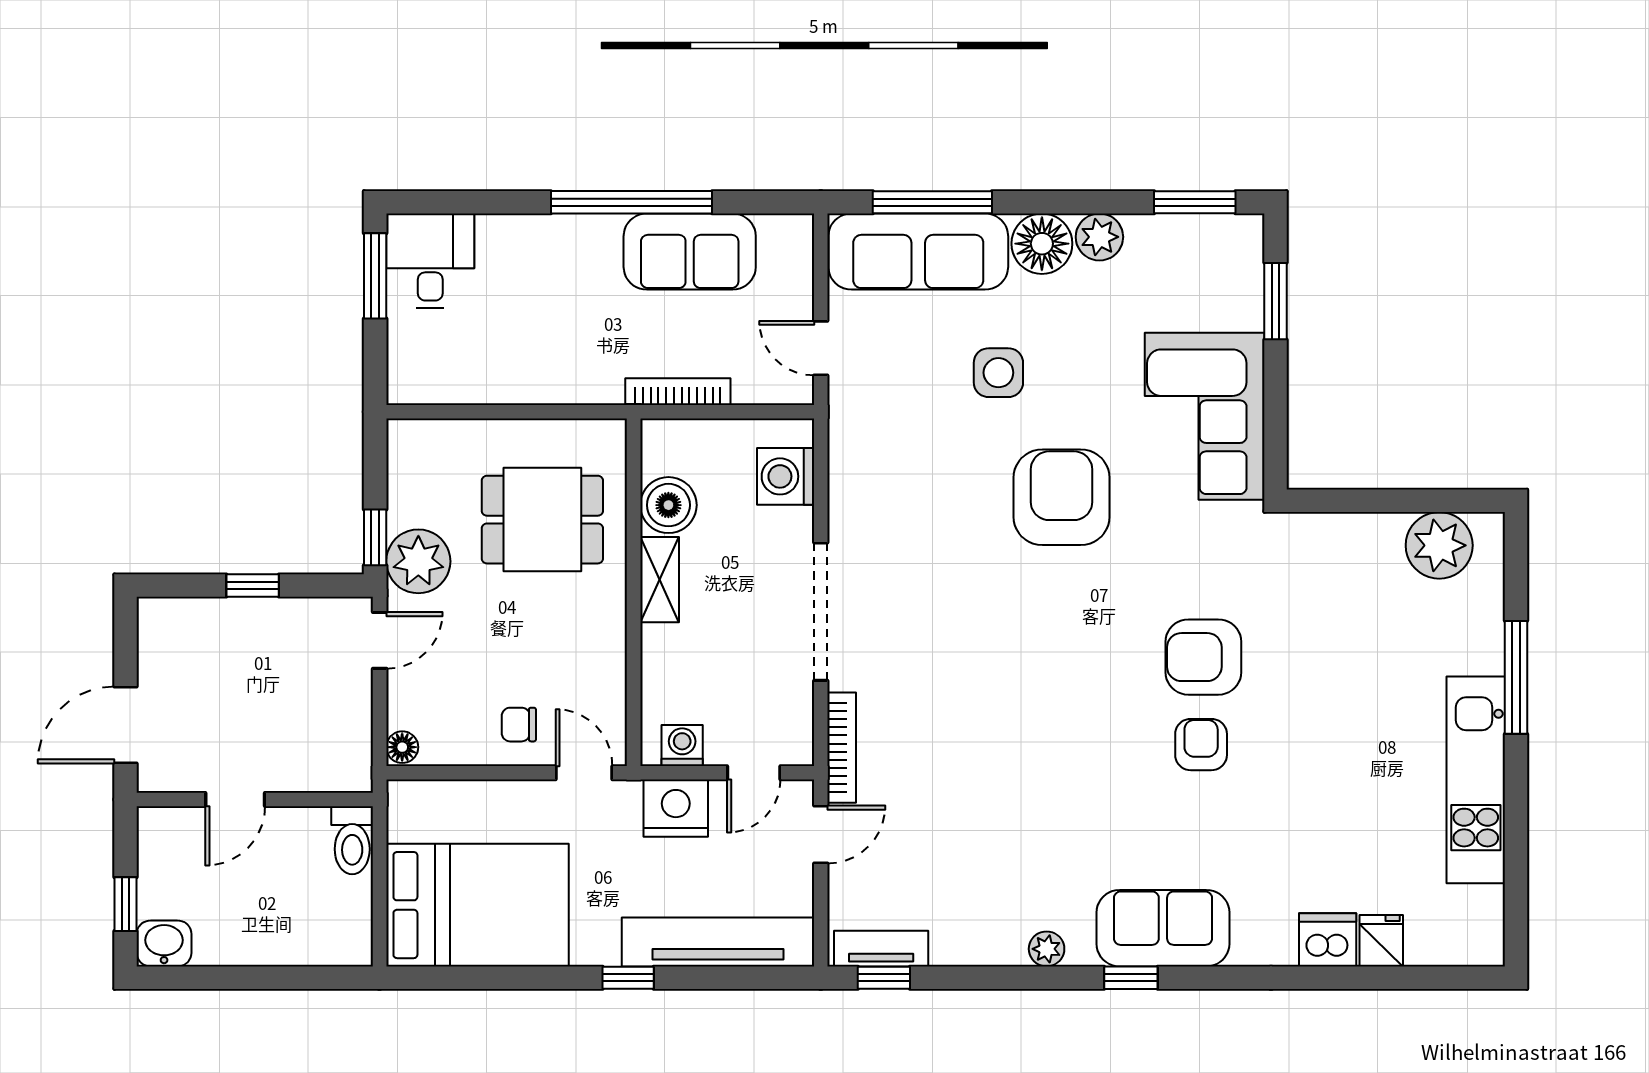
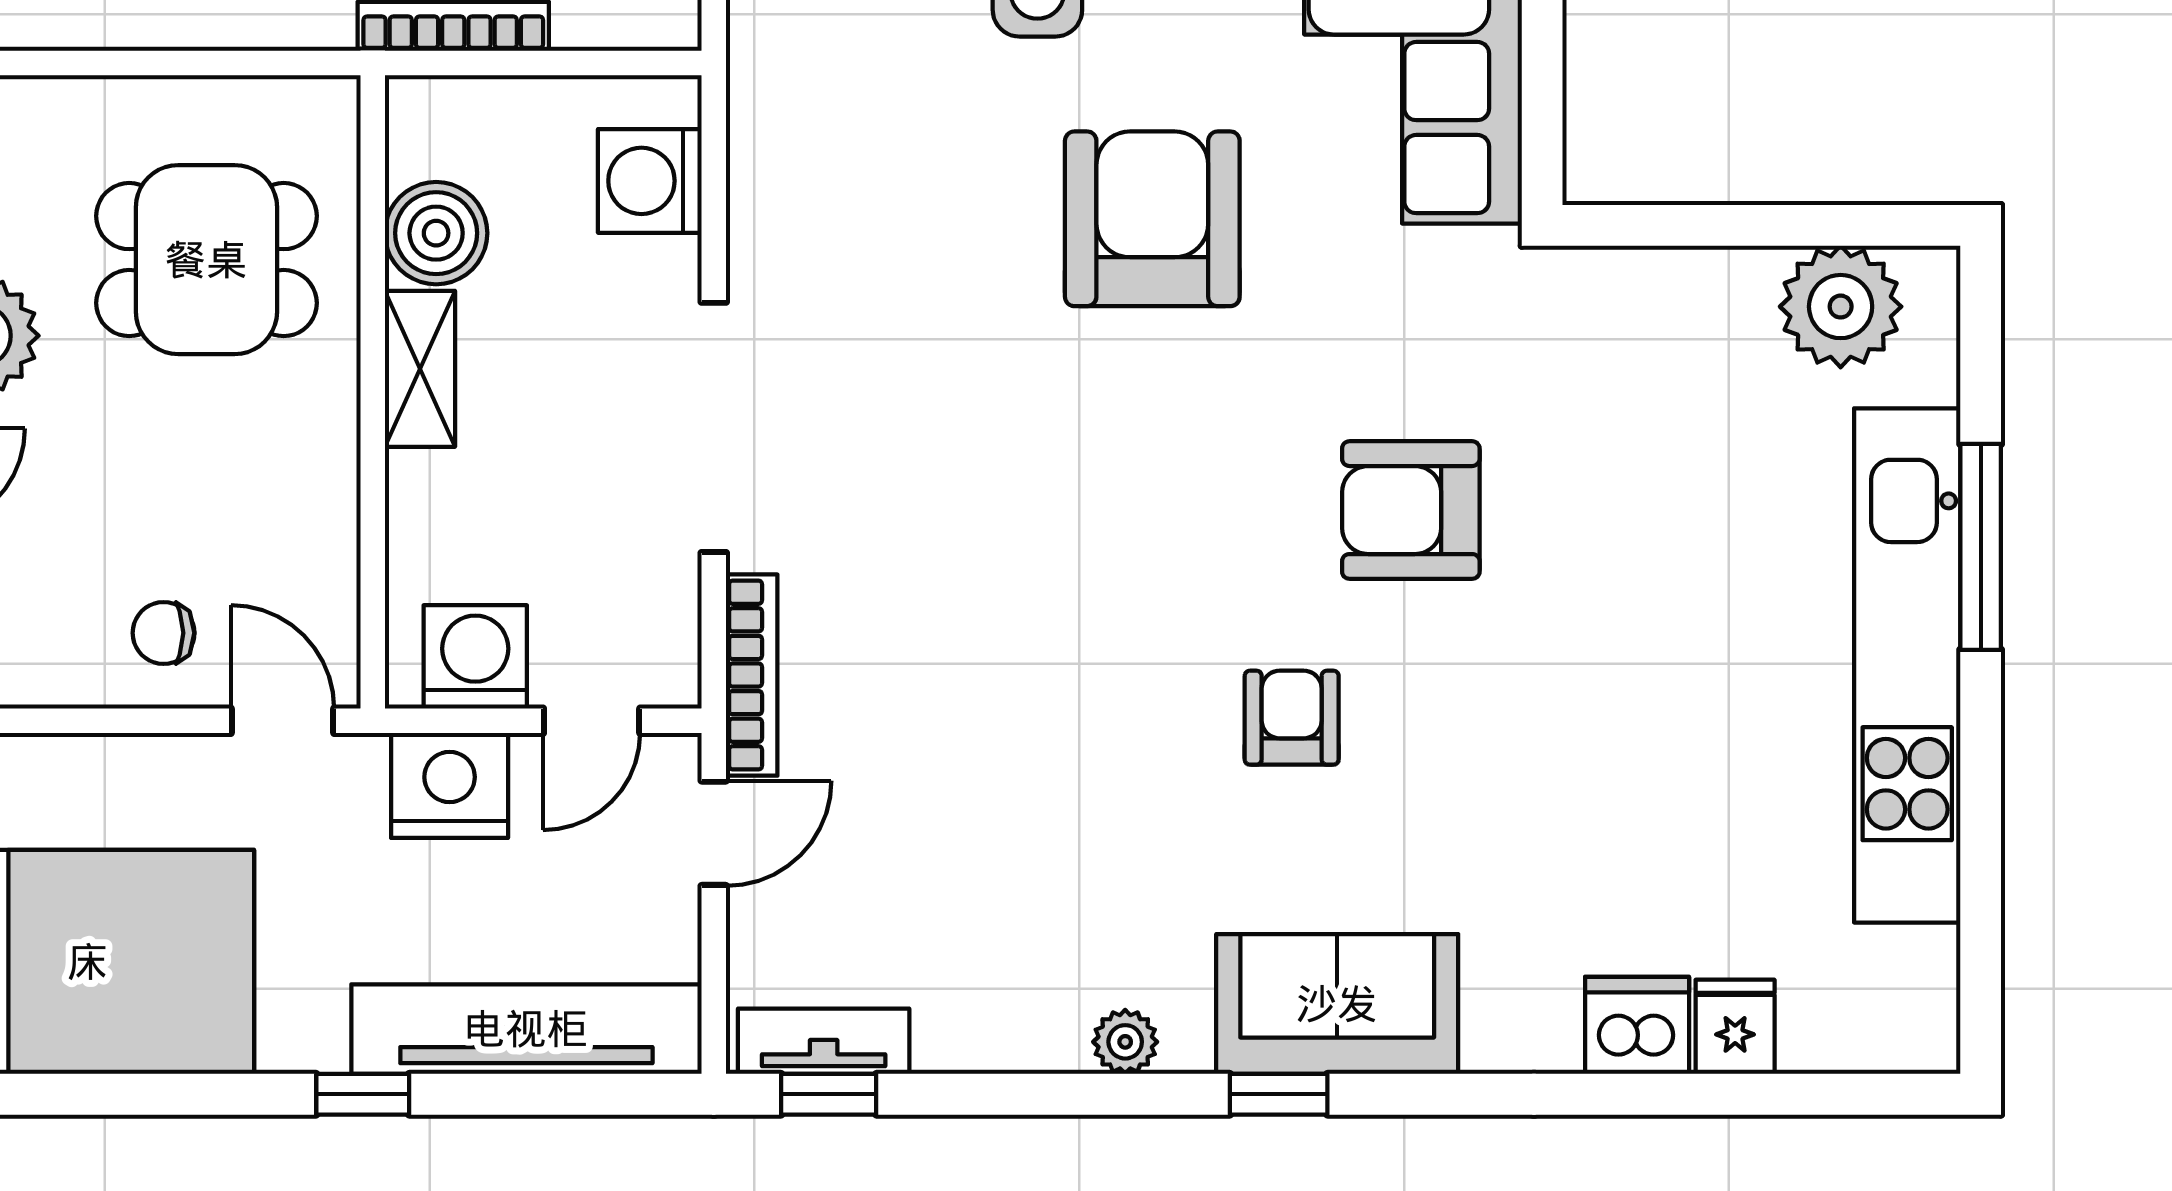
washing machine: (682, 745) -> (475, 657), width x1.38, depth x1.38
armchair: (1201, 745) -> (1292, 718), moved
kitchen unit: (1476, 780) -> (1907, 665), width x1.36

